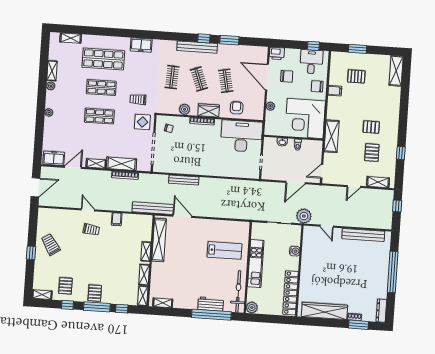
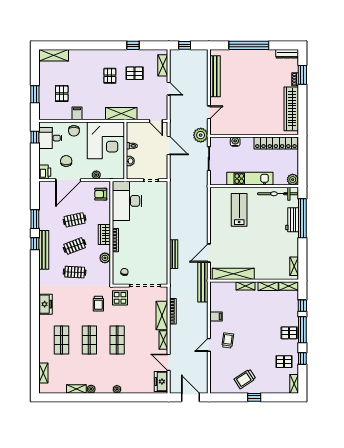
shop shelf: (103, 59) -> (61, 340), width x0.70, depth x0.74
armchair: (237, 108) -> (101, 194), moved

